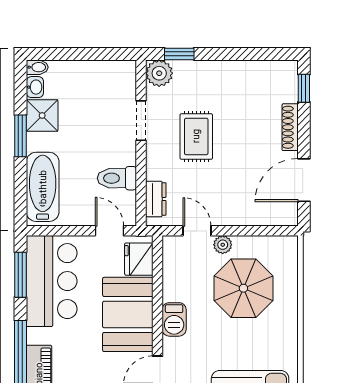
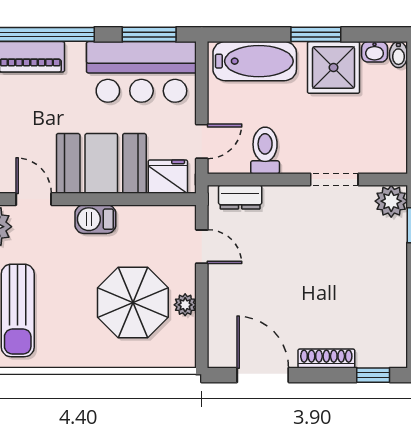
shower: (42, 115) -> (334, 67), width x1.36, depth x1.36
rug: (196, 136) -> (315, 246), removed
door: (197, 231) -> (202, 247), hinge flipped
plant: (223, 245) -> (185, 305), moved

